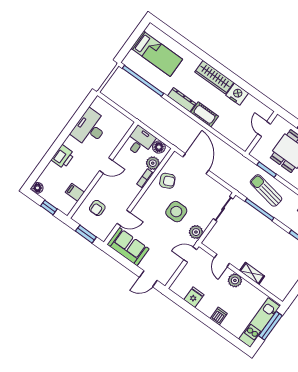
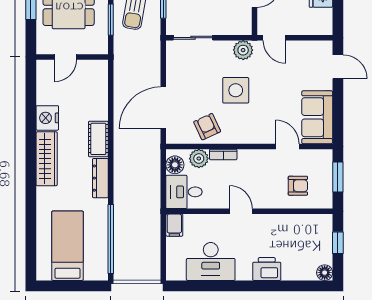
filing cabinet: (75, 192) -> (174, 225), moved

